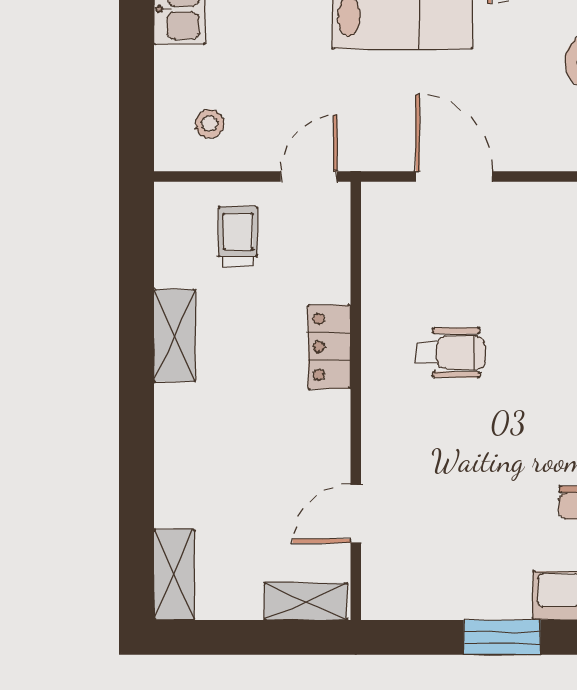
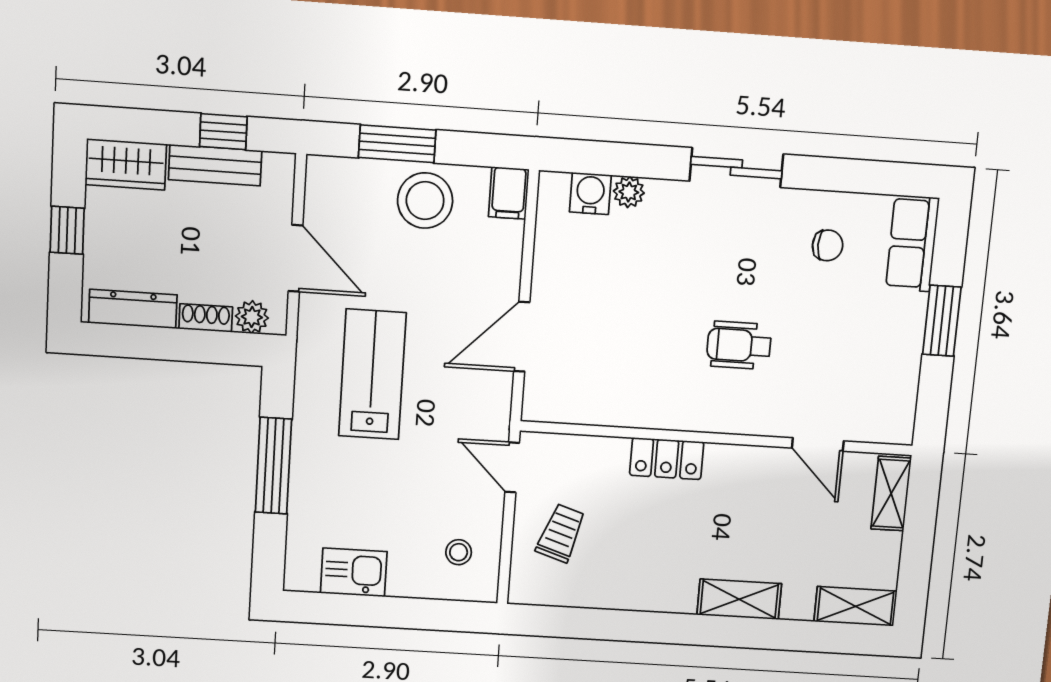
trolley: (238, 236) -> (561, 533), turned 108
shelving: (175, 336) -> (739, 599), moved
wheelchair: (451, 353) -> (739, 345), moved, turned -90

